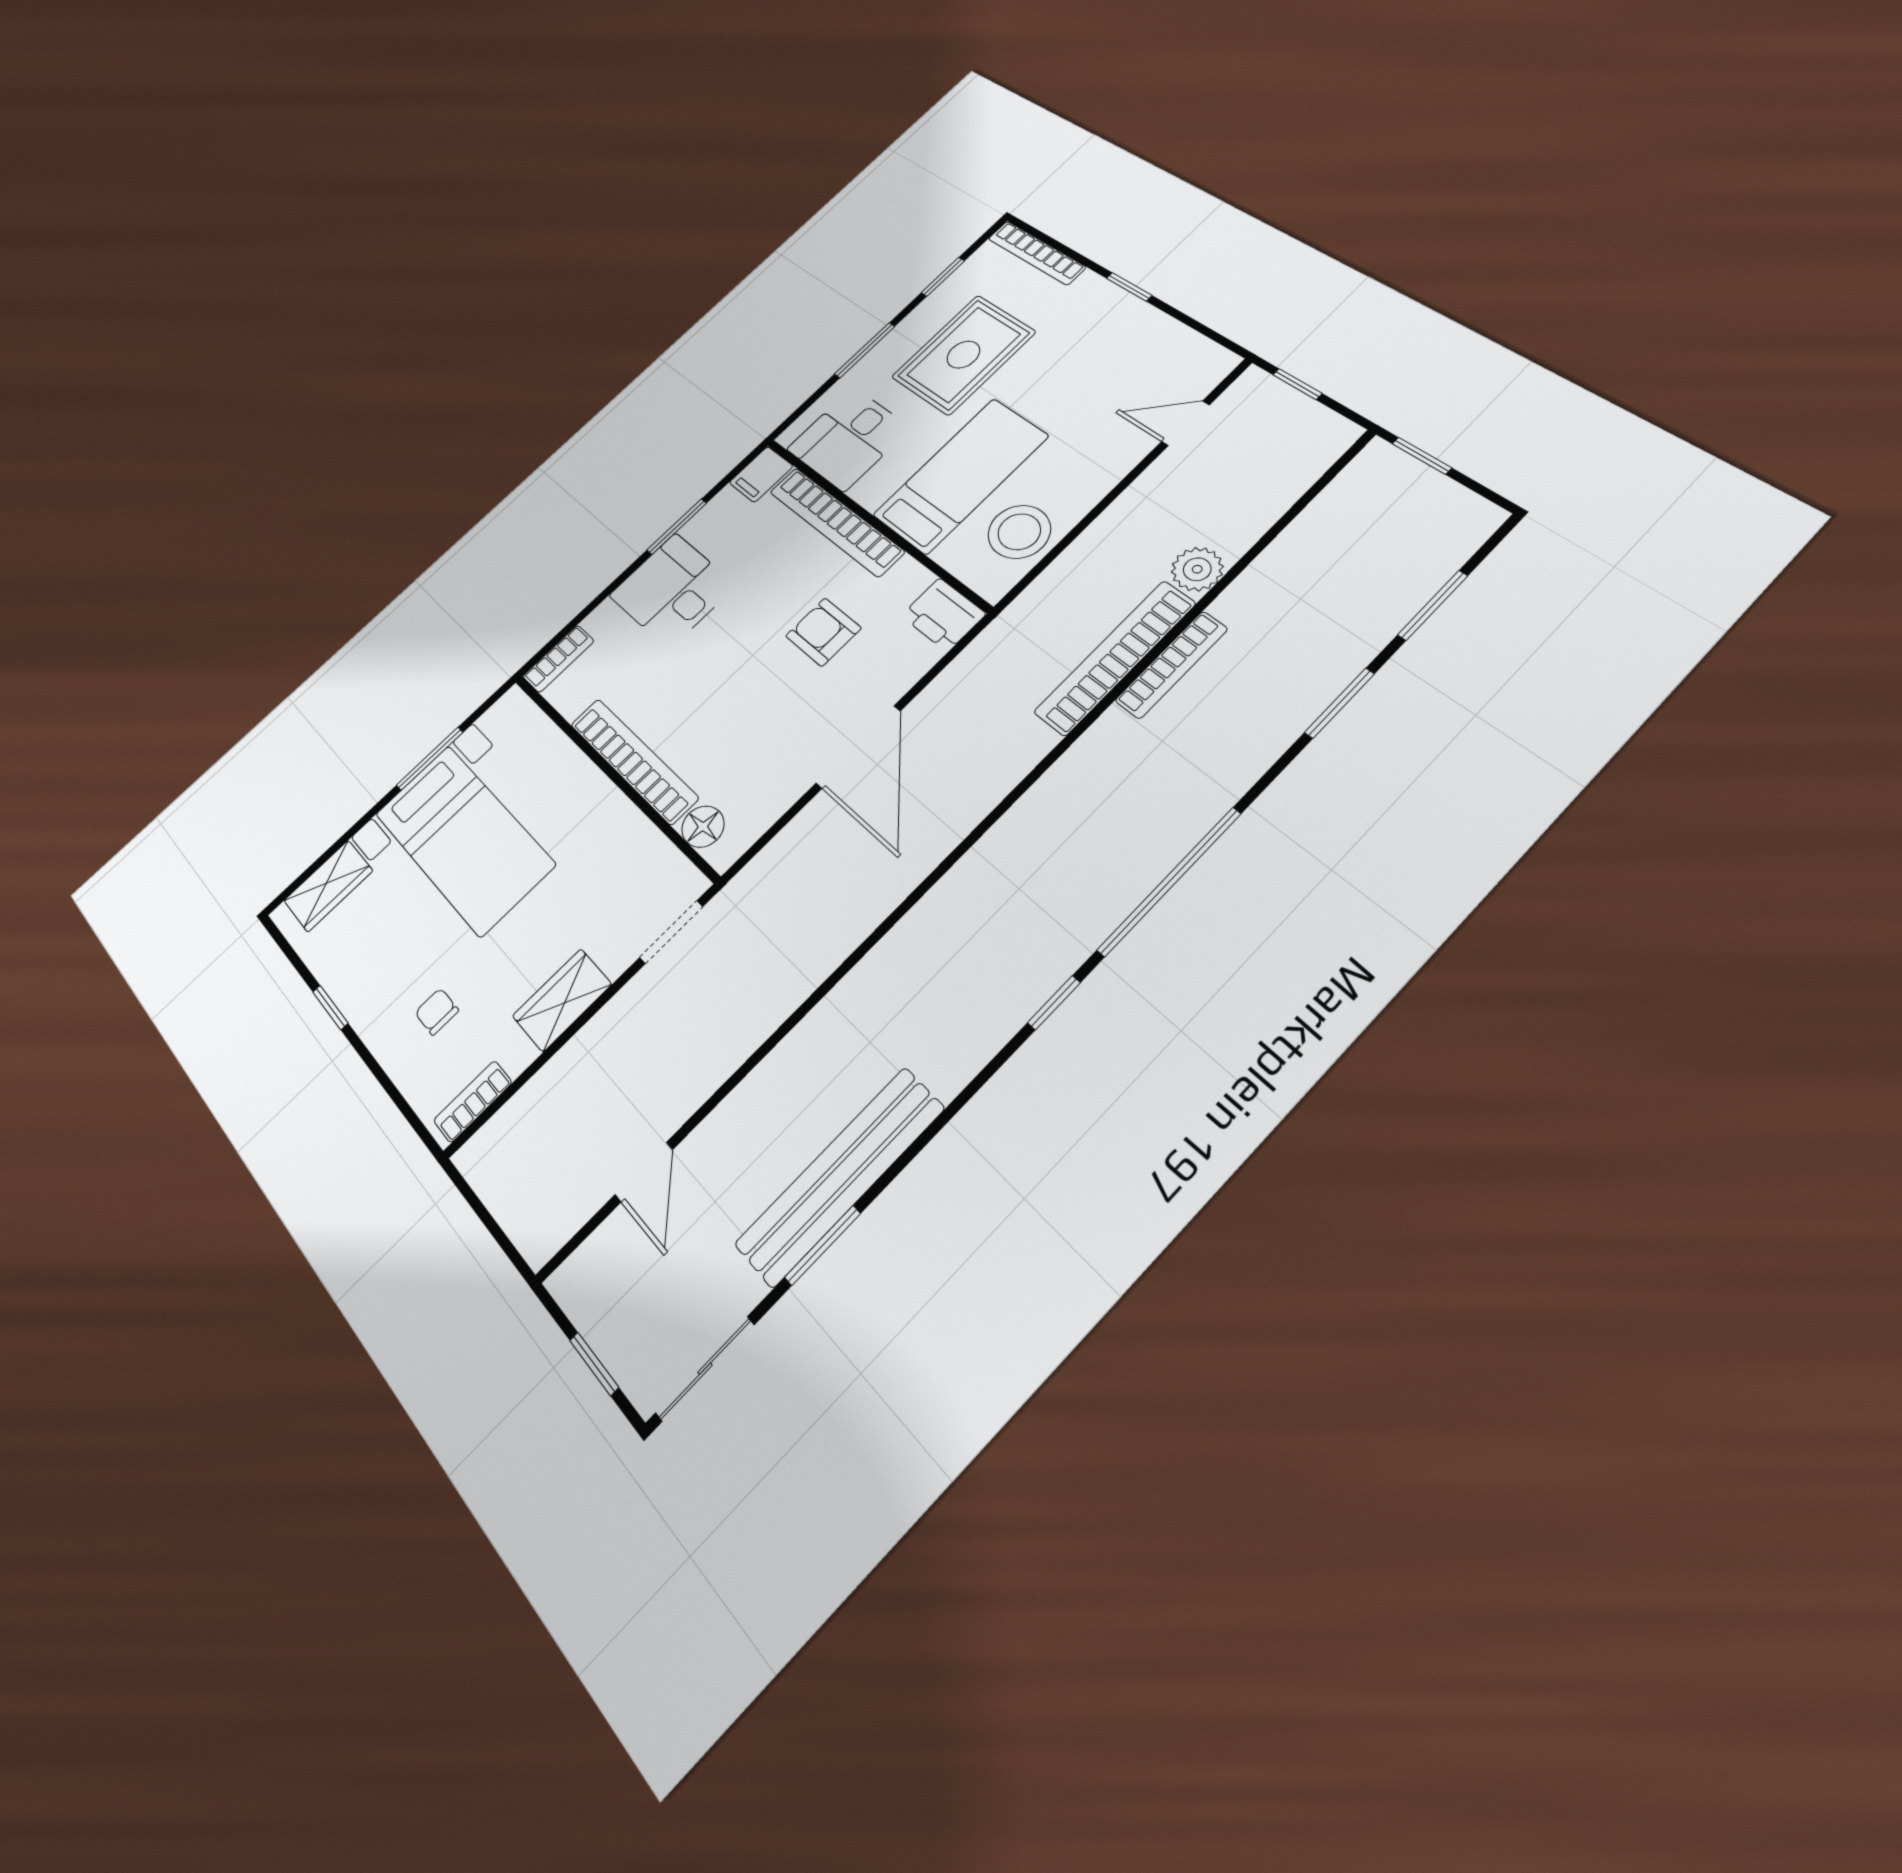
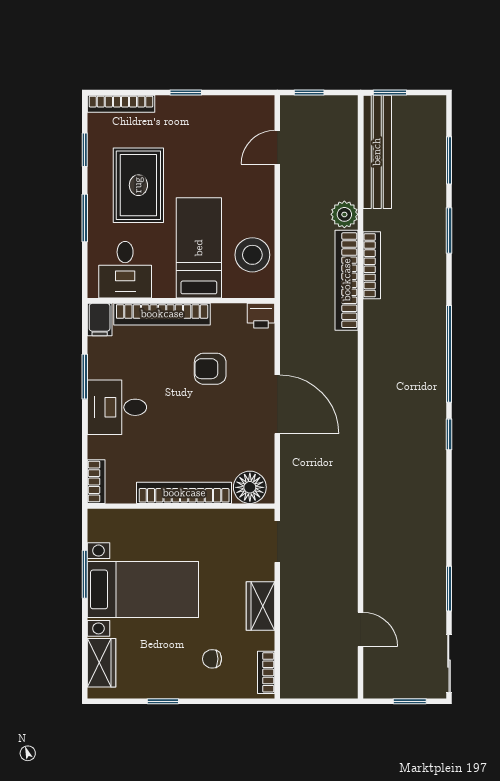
printer: (943, 615) -> (261, 316), width x0.73, depth x0.81
floor lamp: (703, 827) -> (250, 487), width x1.38, depth x1.38
bench: (840, 1176) -> (377, 152), moved

